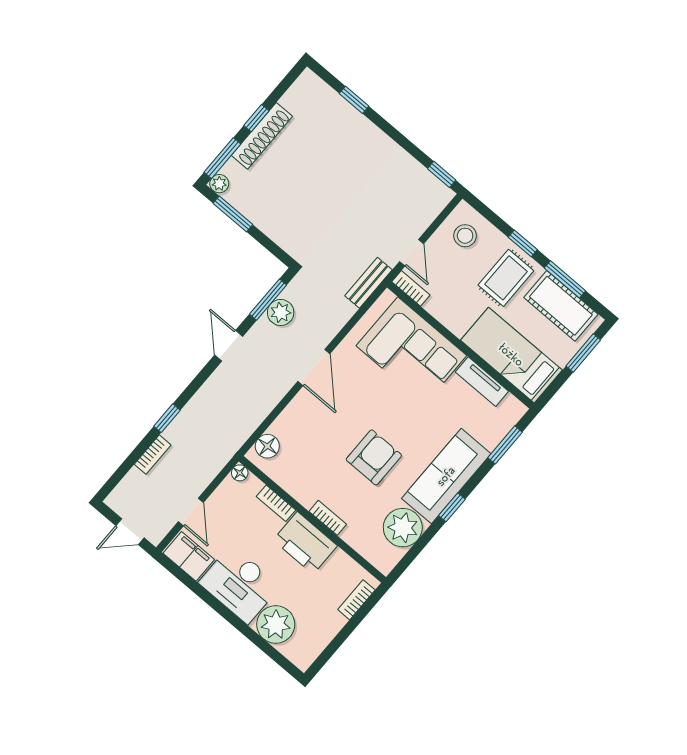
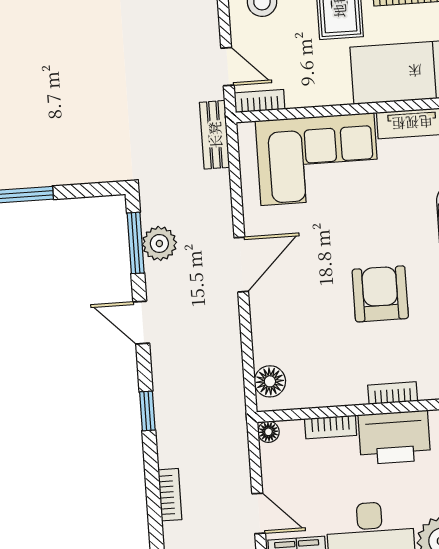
door: (314, 367) -> (241, 265), hinge flipped
window: (167, 418) -> (147, 411), moved

